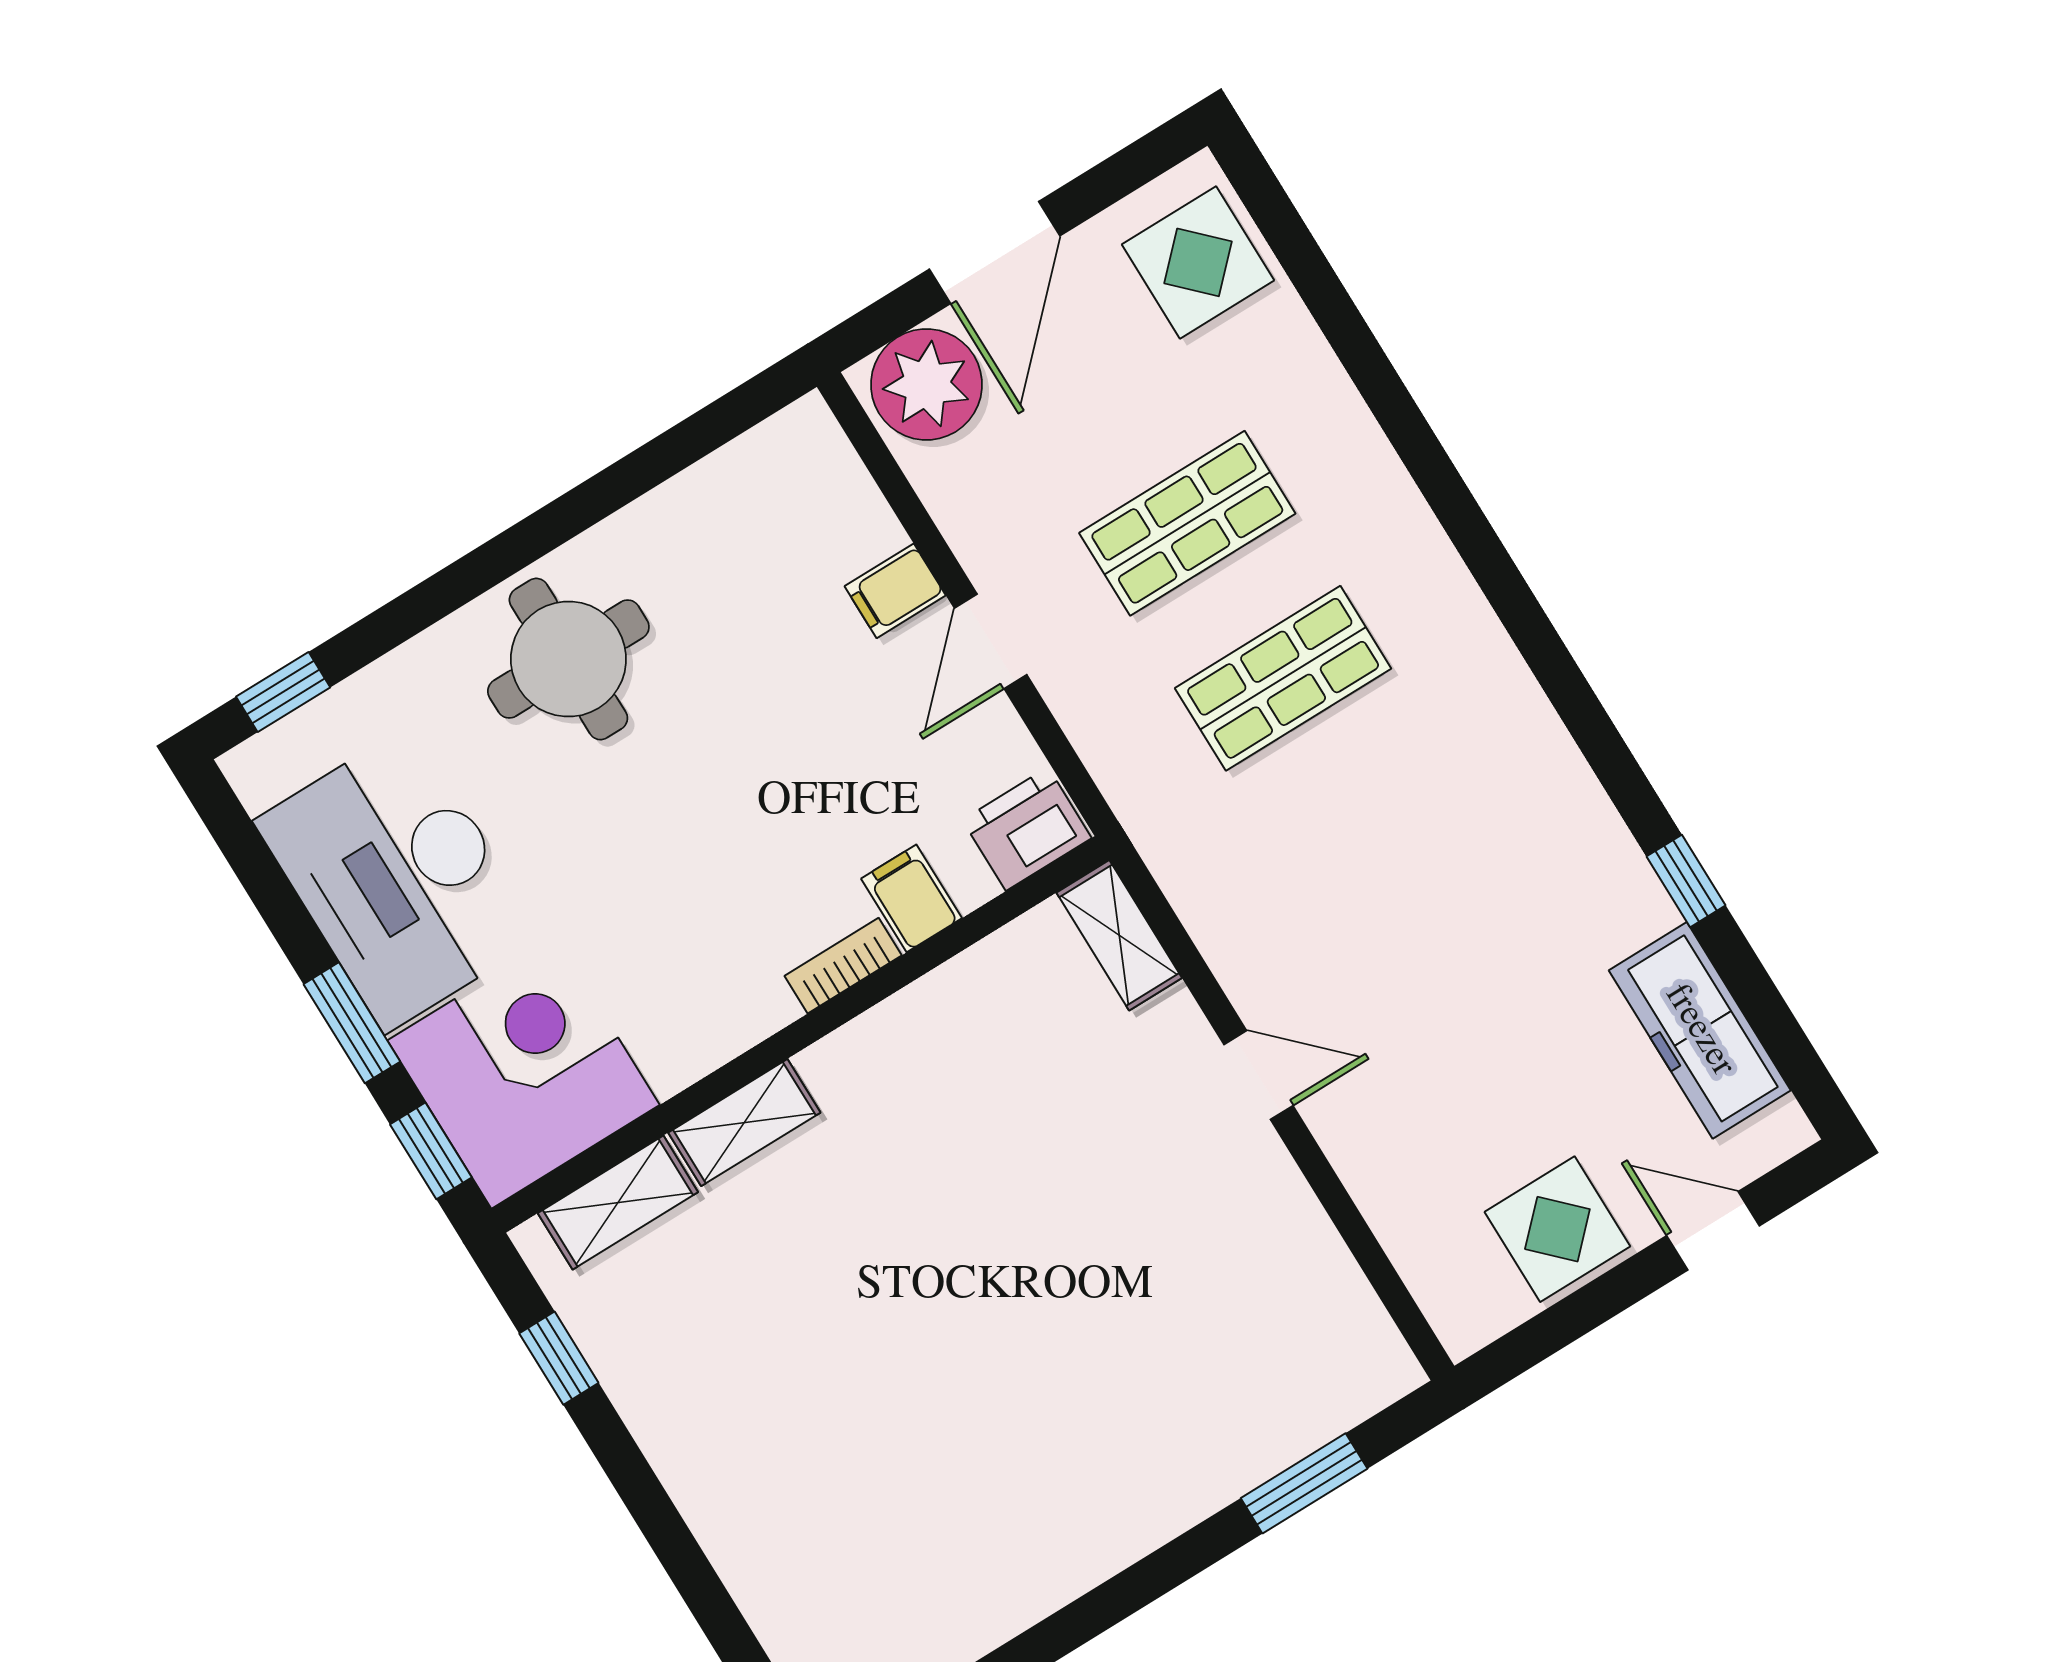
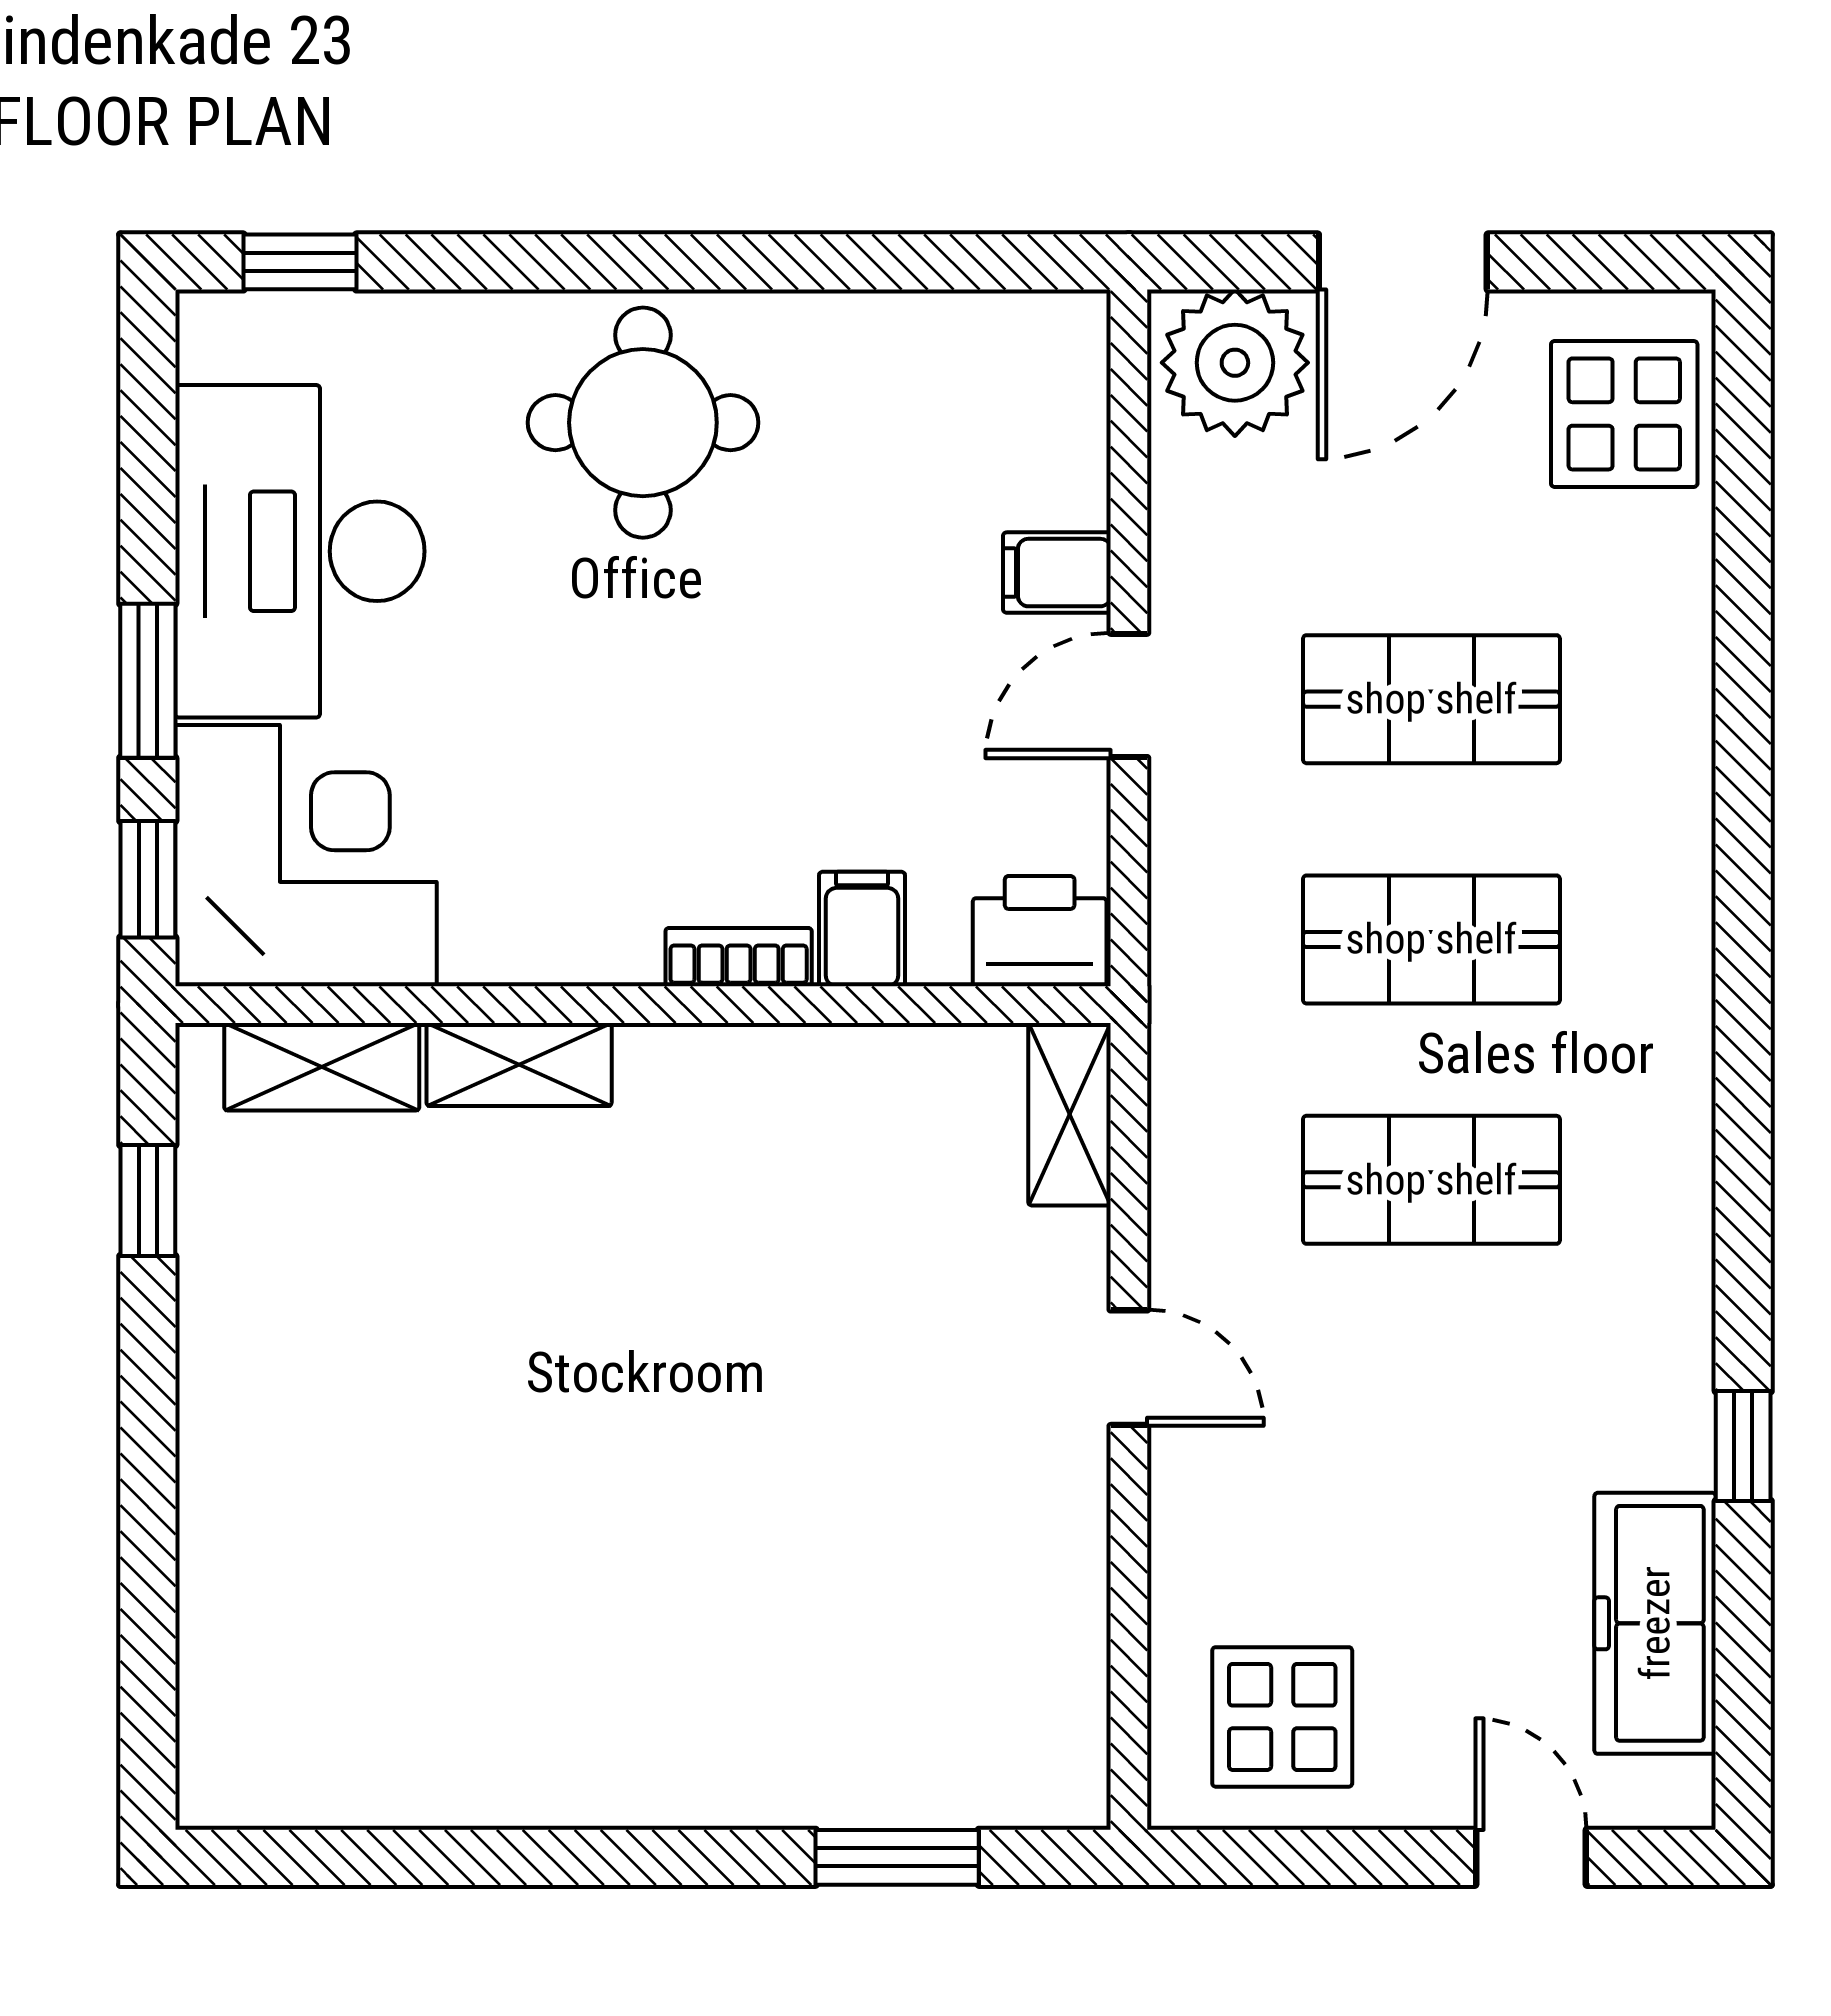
shop shelf: (1379, 833) -> (1431, 1180), added
display table: (1557, 1229) -> (1282, 1717), moved

